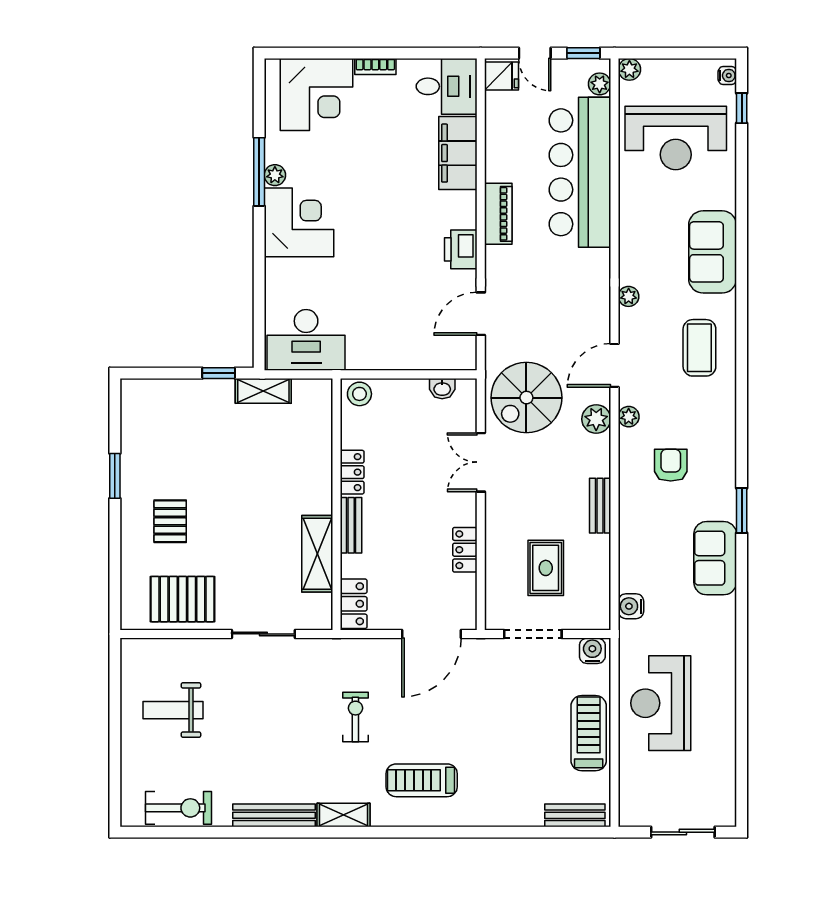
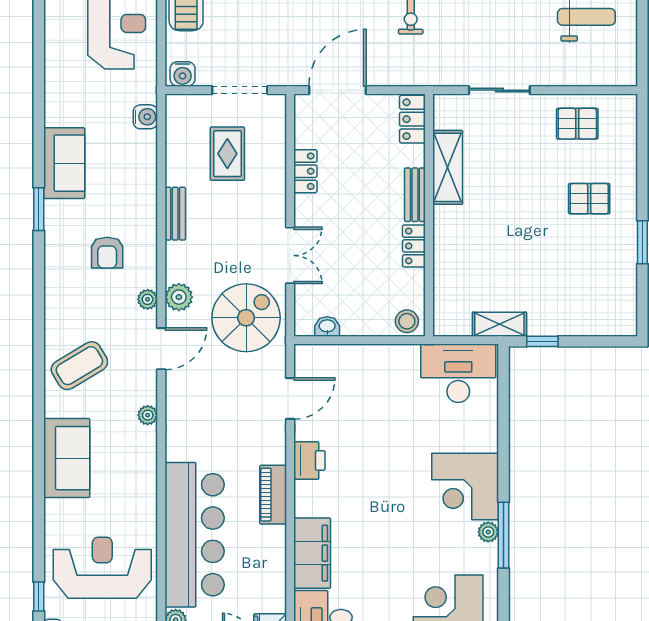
coffee table: (699, 348) -> (79, 366), turned 59
pallet: (170, 521) -> (589, 199), turned 90
pallet: (182, 599) -> (577, 124), width x0.67, depth x0.71

